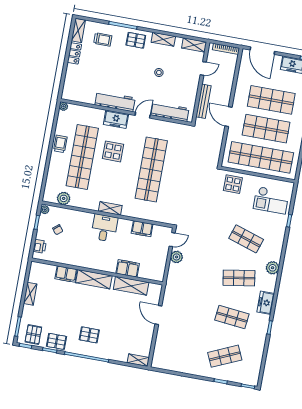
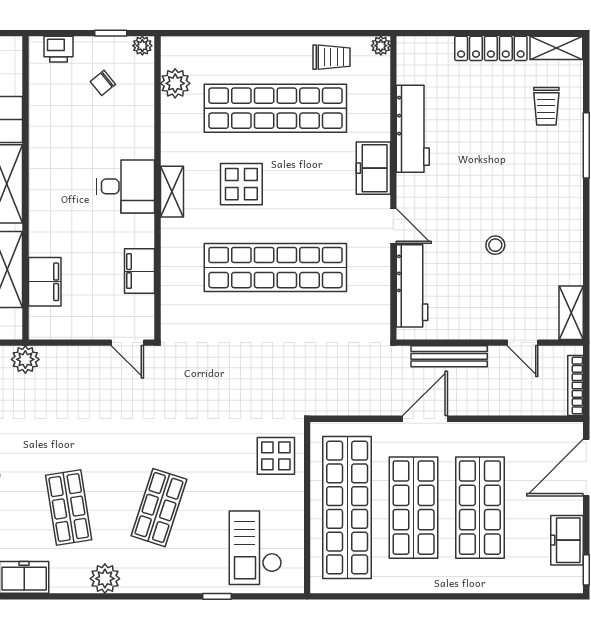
shelving: (163, 39) -> (571, 242), removed
pallet: (136, 40) -> (558, 180), removed
locker: (74, 53) -> (491, 48), width x1.53
workbench: (115, 101) -> (413, 129), moved
trolley: (60, 144) -> (332, 57), moved
display table: (113, 151) -> (241, 184), moved
plant: (177, 257) -> (25, 359), moved
filing cabinet: (128, 268) -> (45, 282), moved

